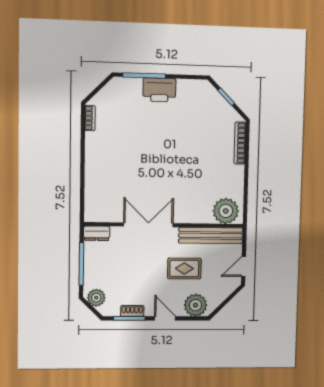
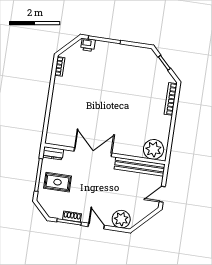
printer: (159, 90) -> (88, 45), moved, width x0.53, depth x0.68
rug: (184, 269) -> (58, 182), moved
plant: (96, 298) -> (46, 202), removed

